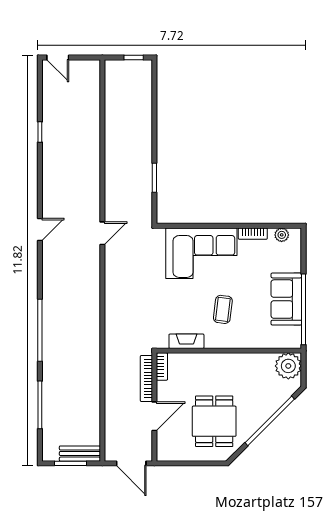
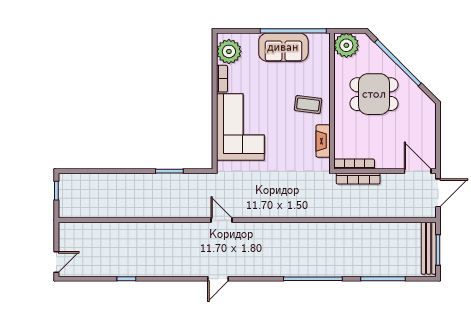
door: (40, 229) -> (218, 279), swing flipped
plant: (282, 235) -> (229, 51), width x1.88, depth x1.88
coffee table: (223, 309) -> (308, 105), moved
bookcase: (162, 367) -> (354, 164), width x1.56
door: (154, 416) -> (418, 171), moved
dining table: (214, 421) -> (374, 94), moved
bench: (80, 454) -> (429, 248), width x1.36

